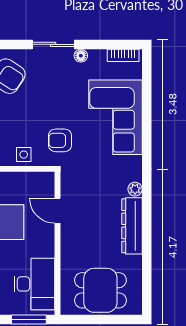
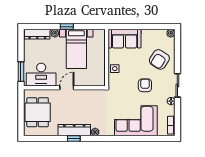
armchair: (60, 140) -> (145, 85), moved
door: (57, 211) -> (67, 88), moved
window: (147, 227) -> (74, 139), added

